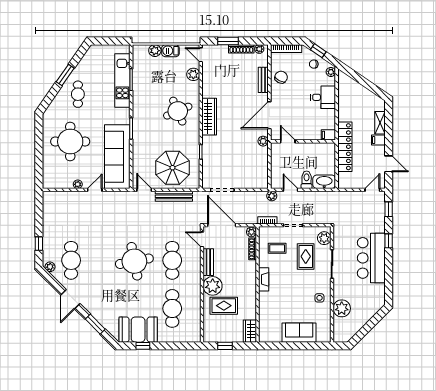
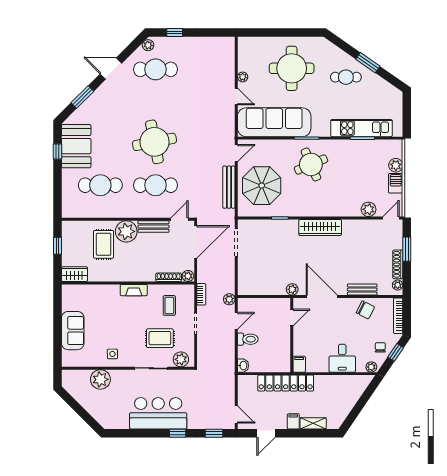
round table: (178, 111) -> (311, 164), moved
washbasin: (324, 182) -> (243, 366), width x0.52, depth x0.69

